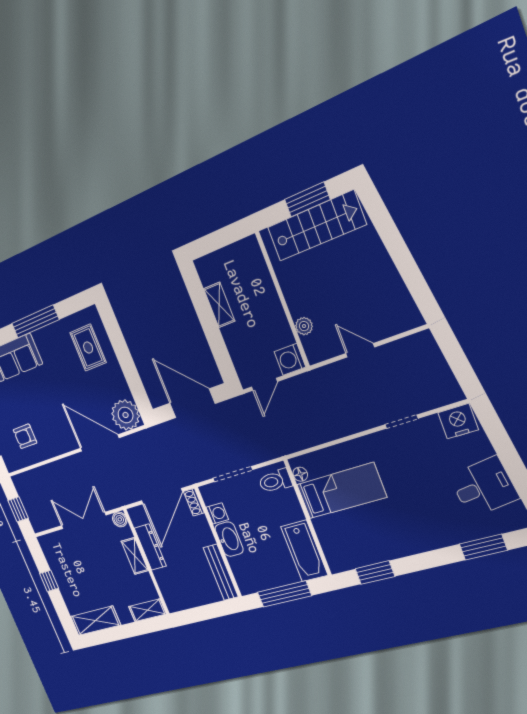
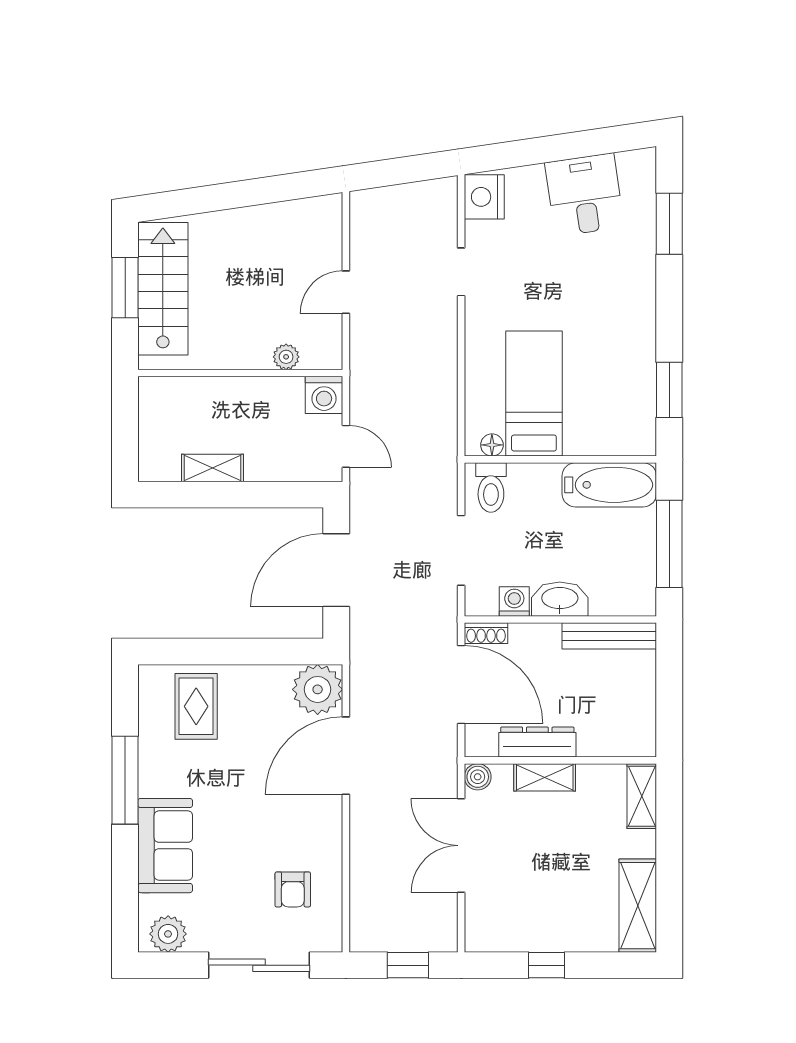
rug: (88, 348) -> (196, 706), turned 90

